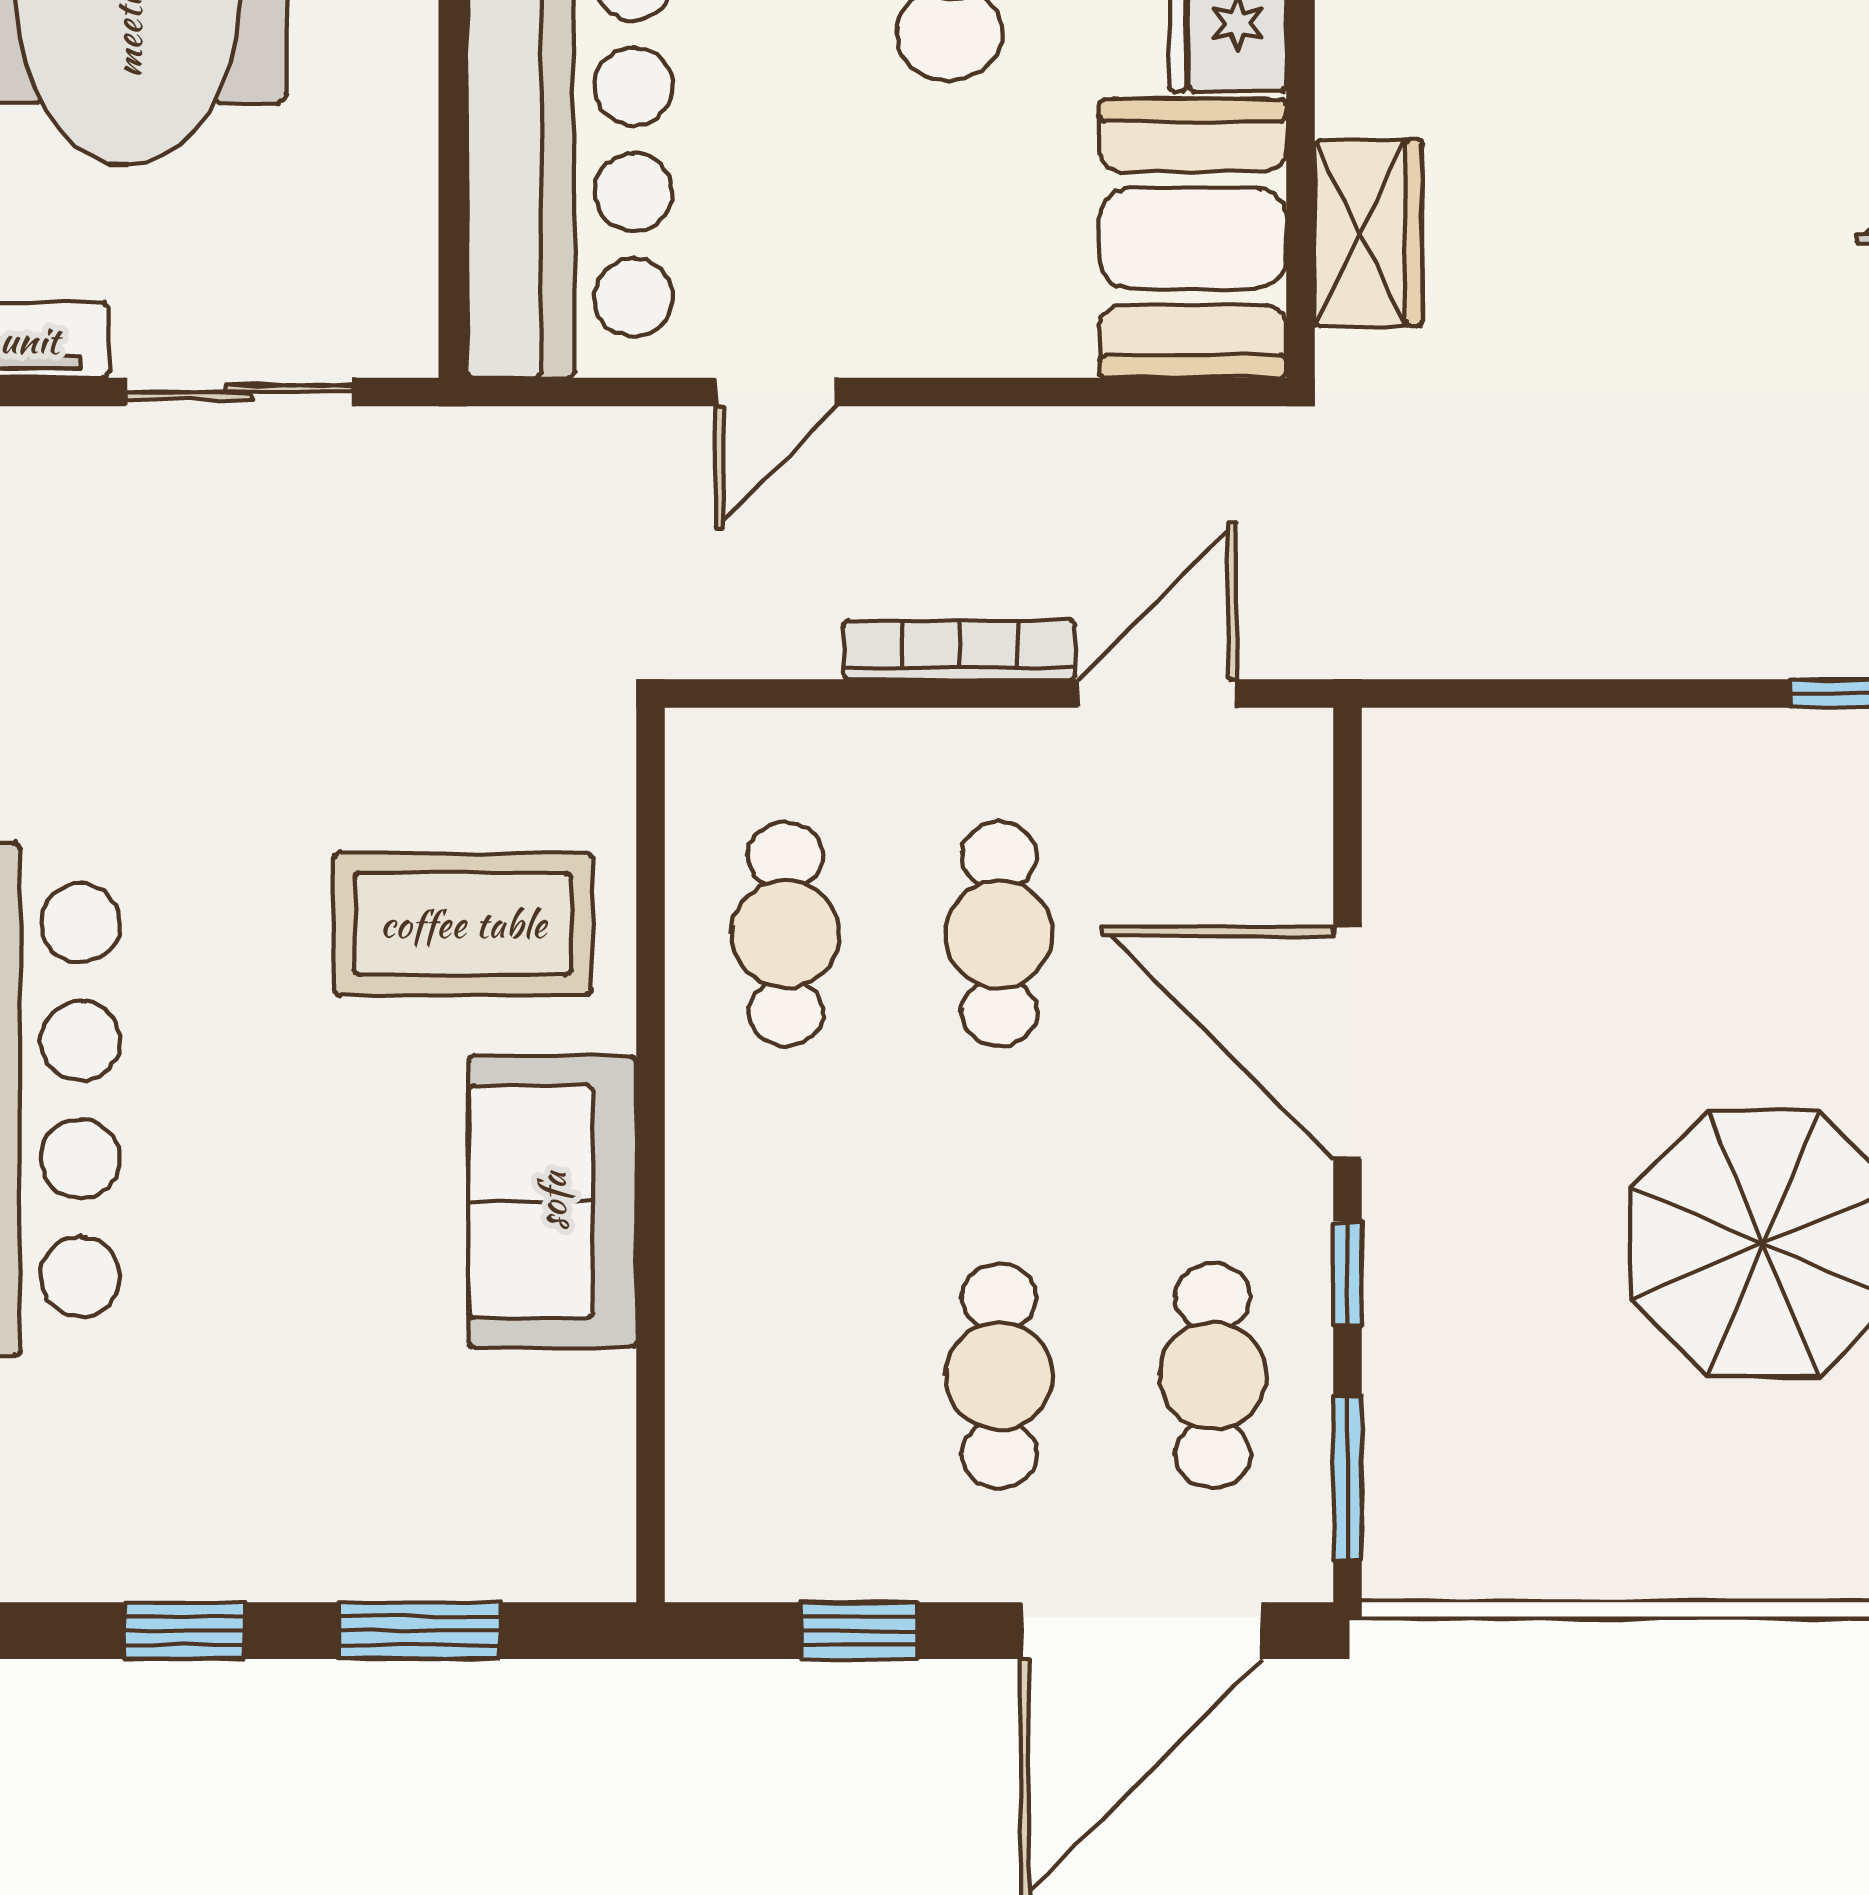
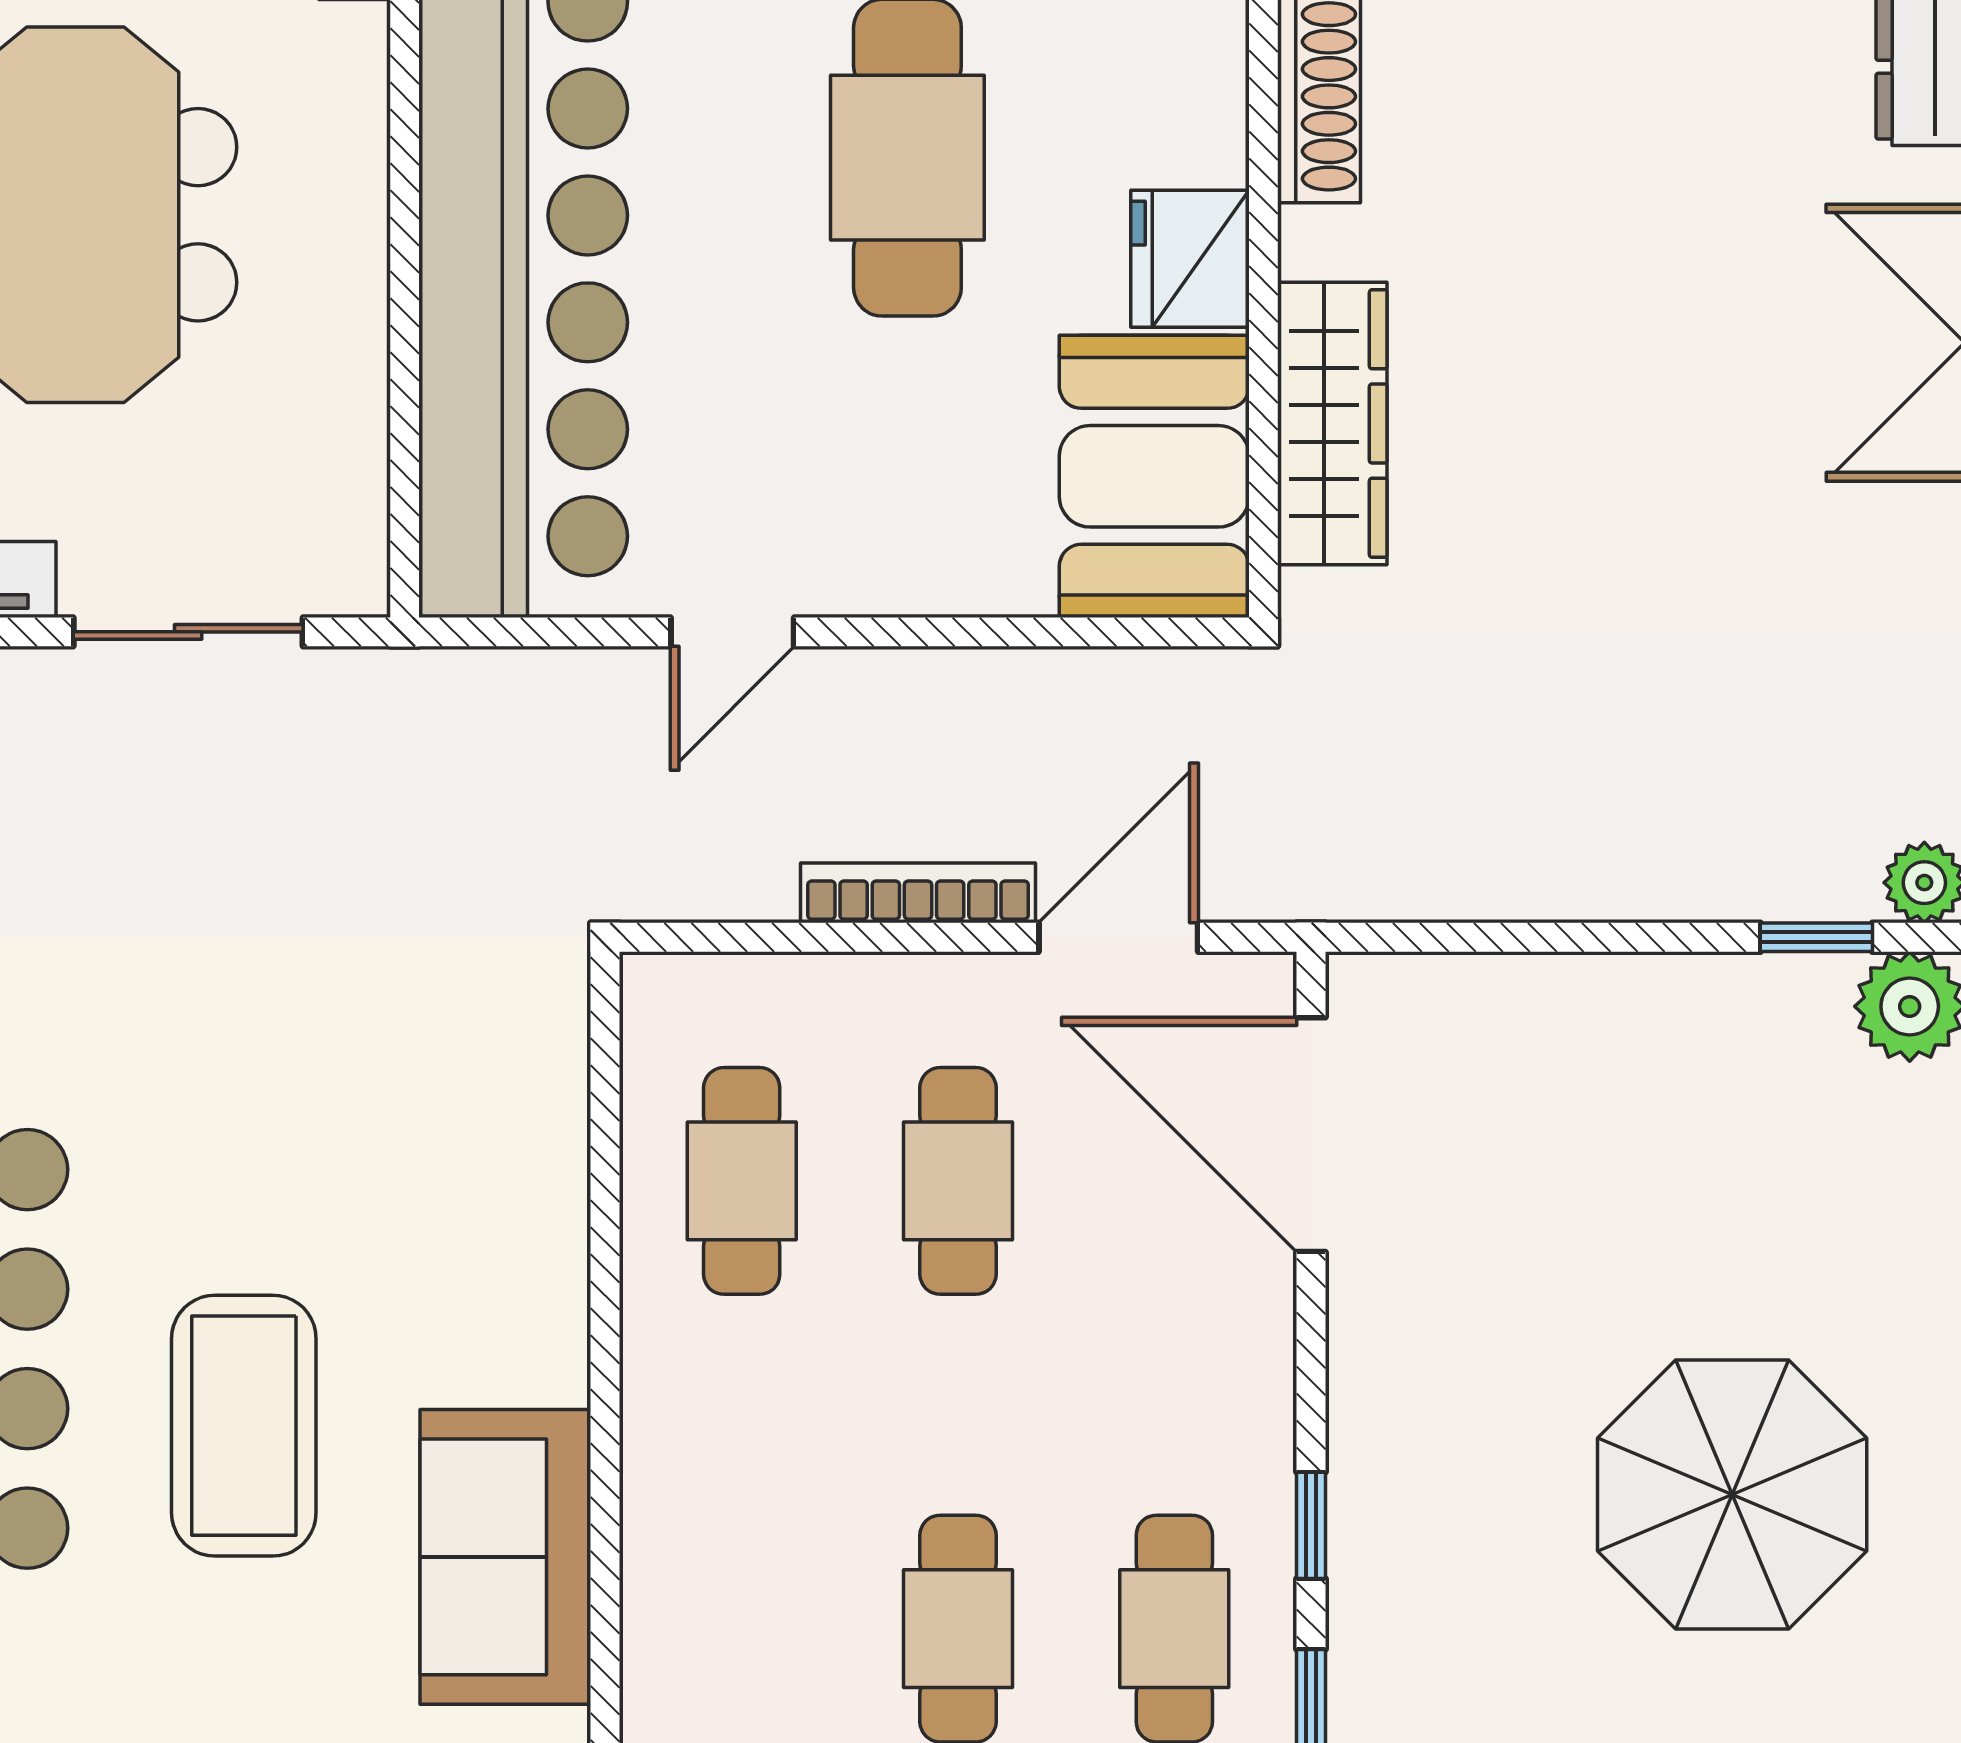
wardrobe: (1369, 233) -> (1332, 424), width x1.50
coffee table: (463, 924) -> (244, 1426), moved, turned 90
door: (1348, 1043) -> (1311, 1135), moved
sofa: (552, 1201) -> (505, 1557), moved

